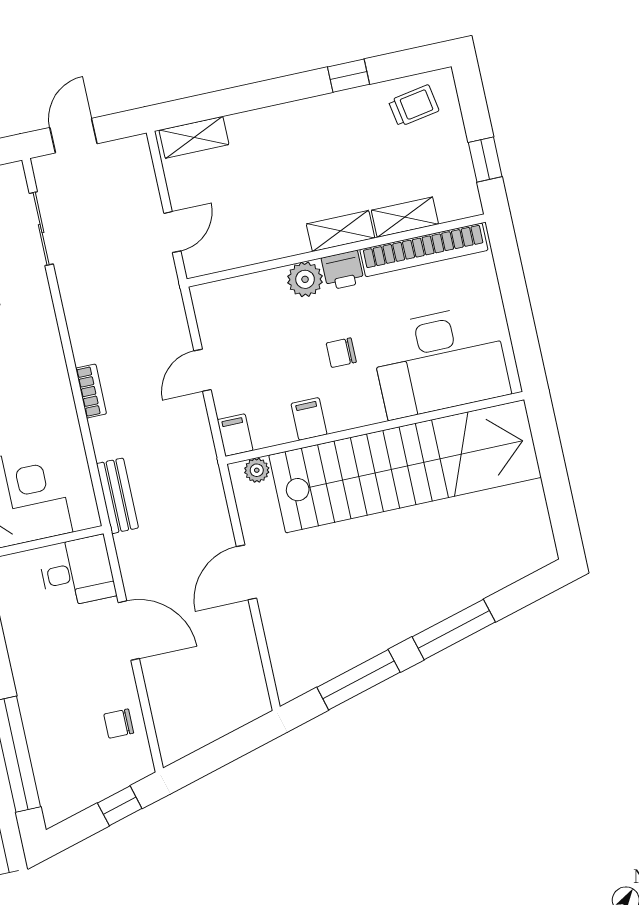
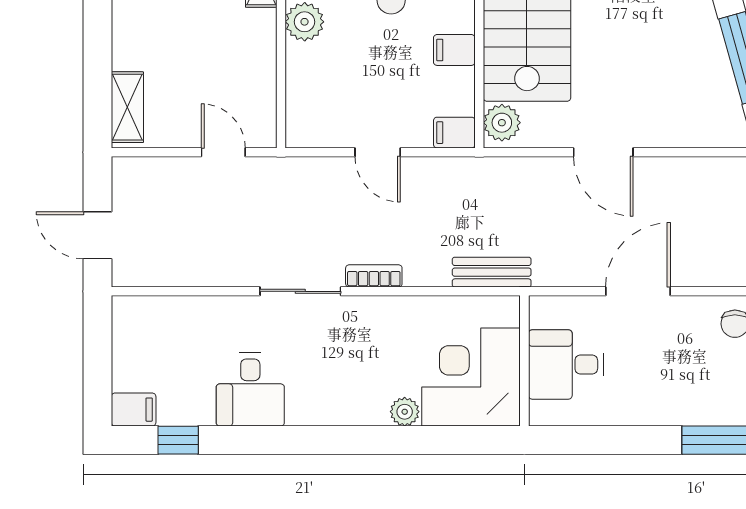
sliding door: (41, 229) -> (300, 291), moved
plant: (257, 470) -> (502, 123), width x1.38, depth x1.38
desk: (77, 572) -> (566, 364), moved, turned -90

